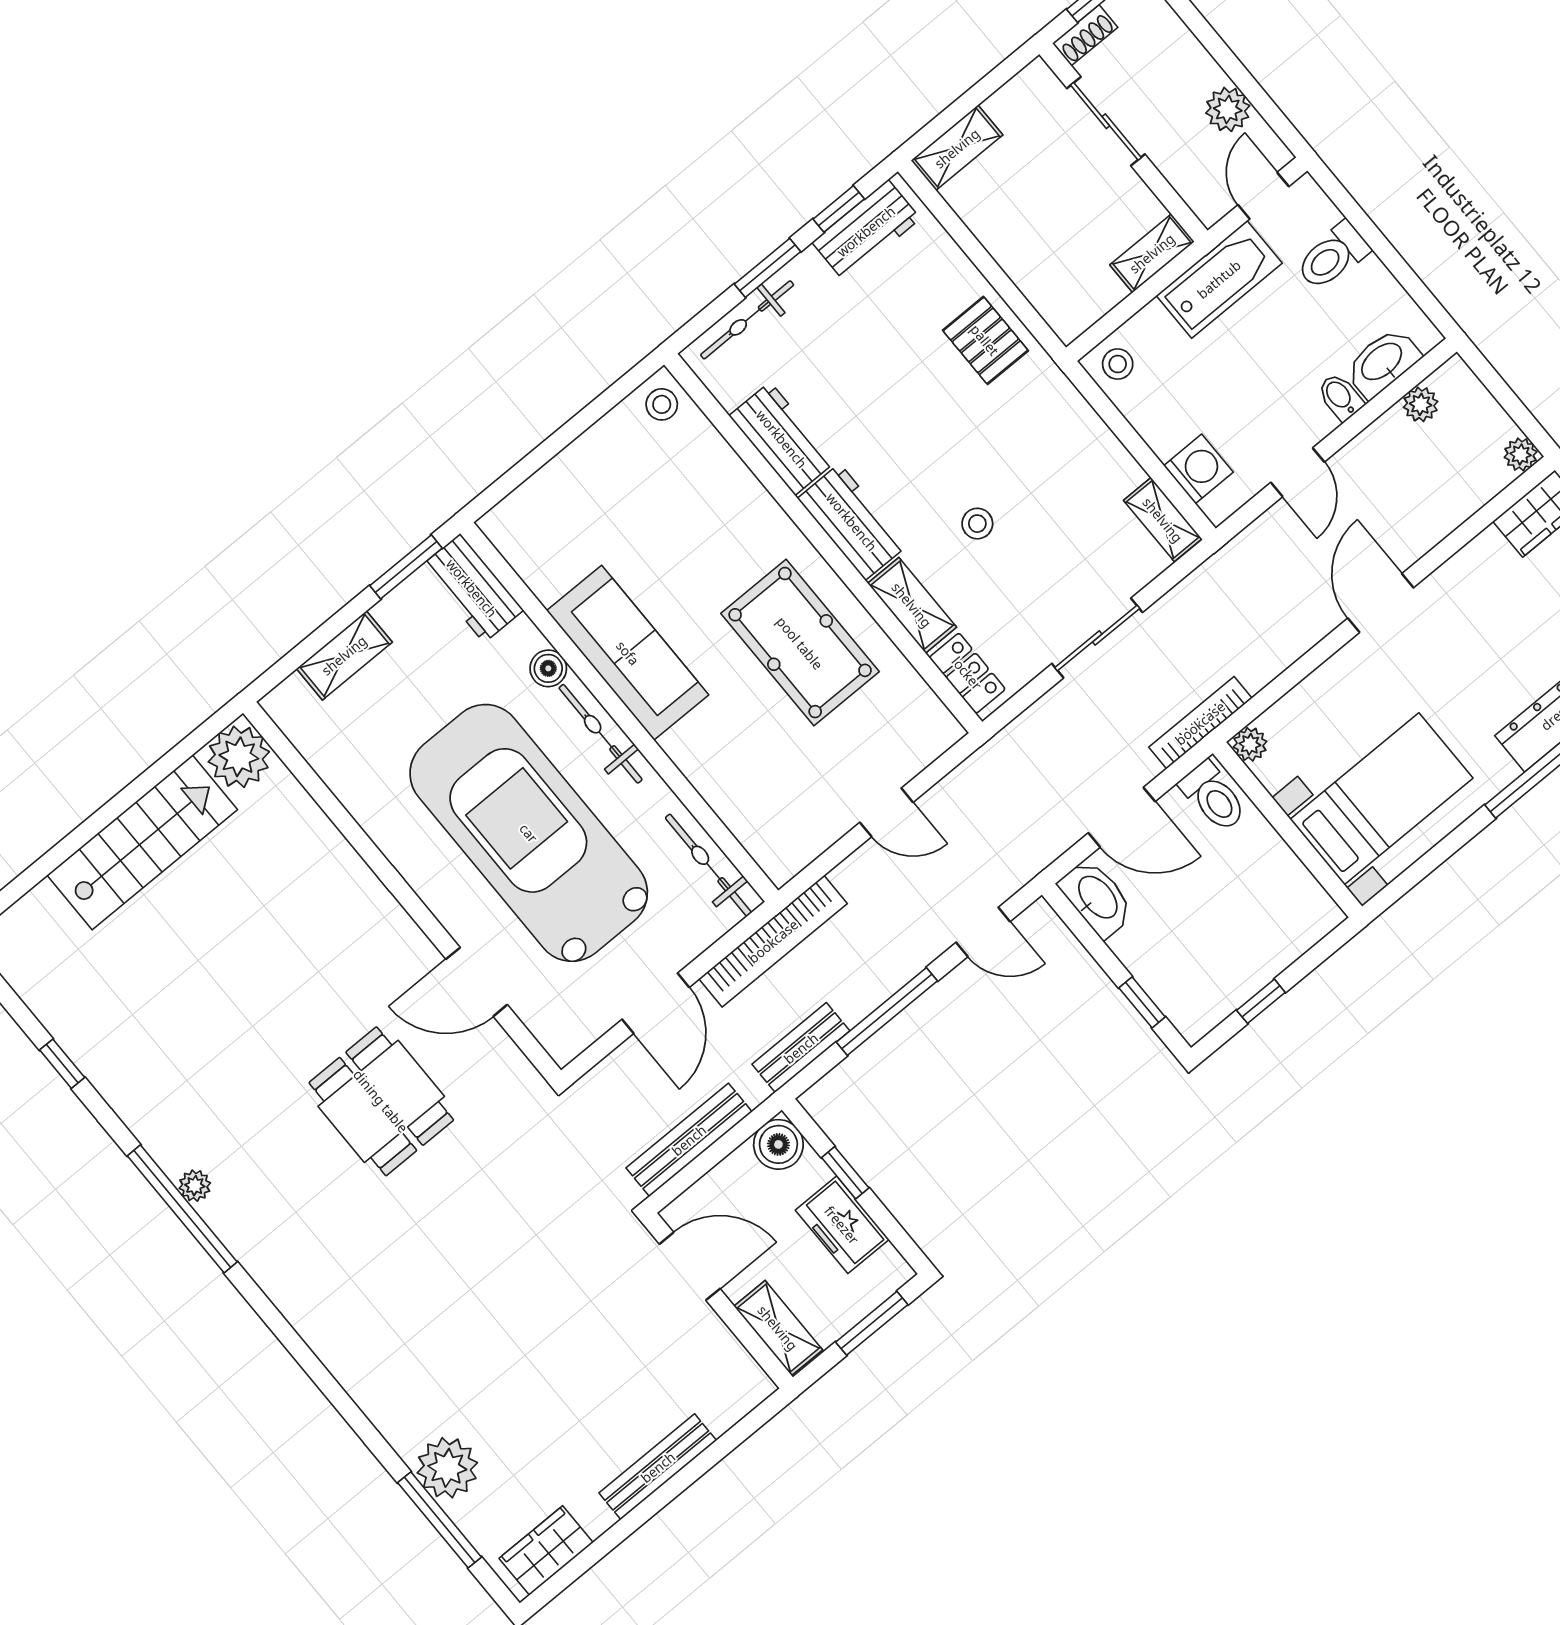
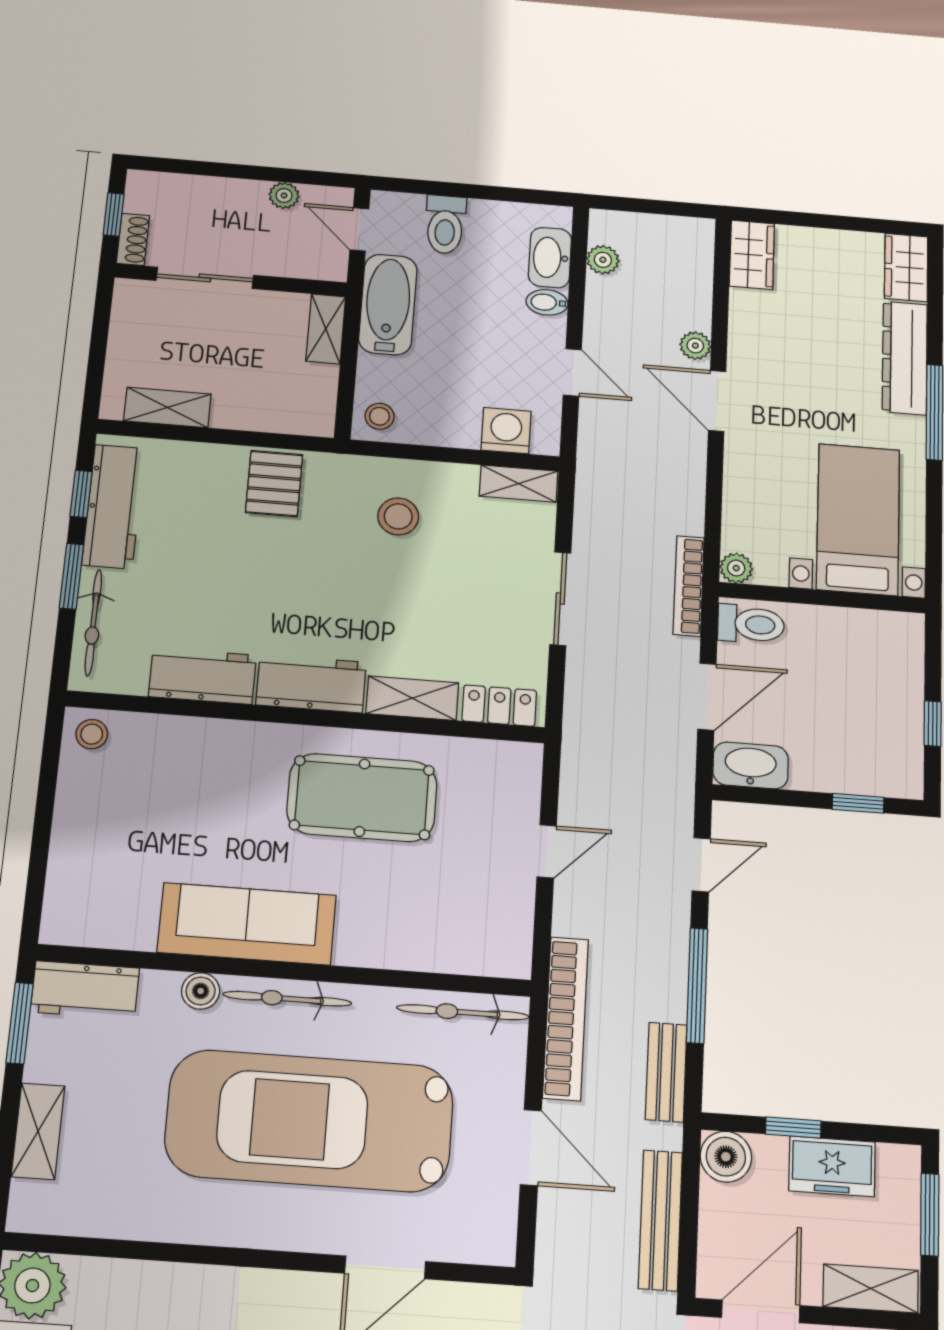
plant: (1228, 109) -> (284, 195), width x0.73, depth x0.73
shelving: (957, 148) -> (167, 407), moved, turned 90
workbench: (866, 231) -> (114, 506), width x1.38
pallet: (985, 340) -> (274, 484), turned 90
plant: (1521, 454) -> (695, 346), moved
stool: (977, 524) -> (398, 516), moved, width x1.37, depth x1.37

